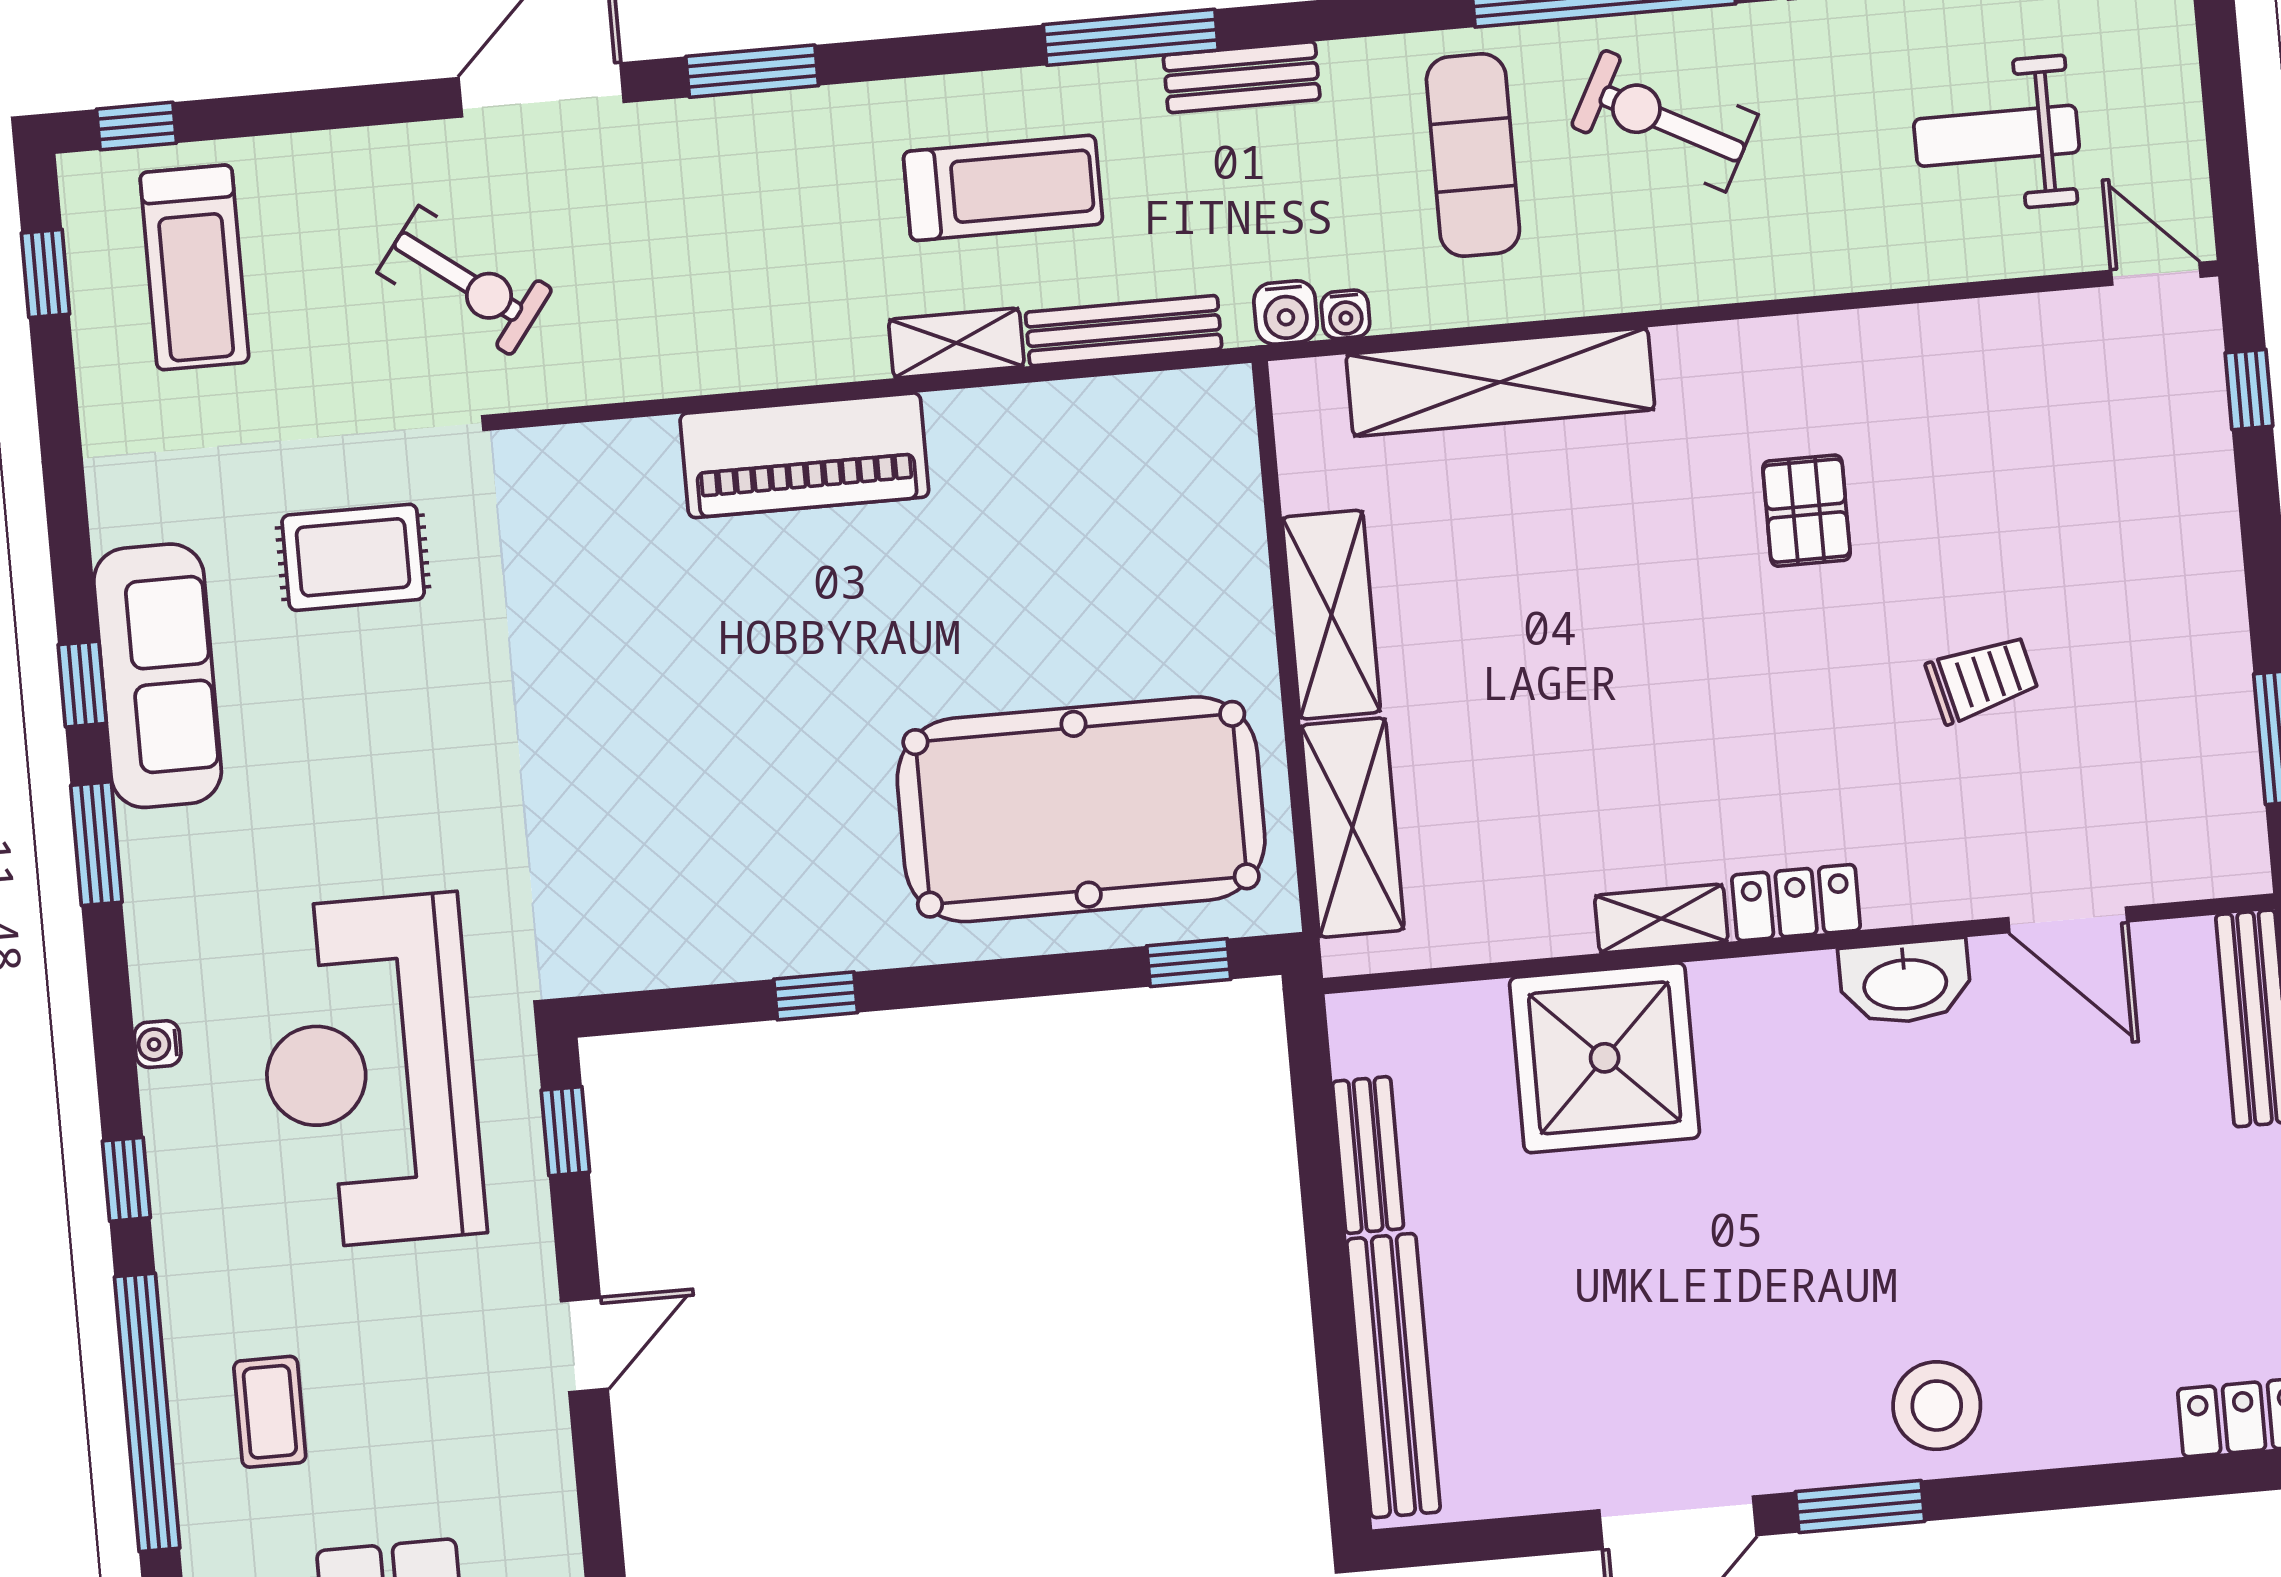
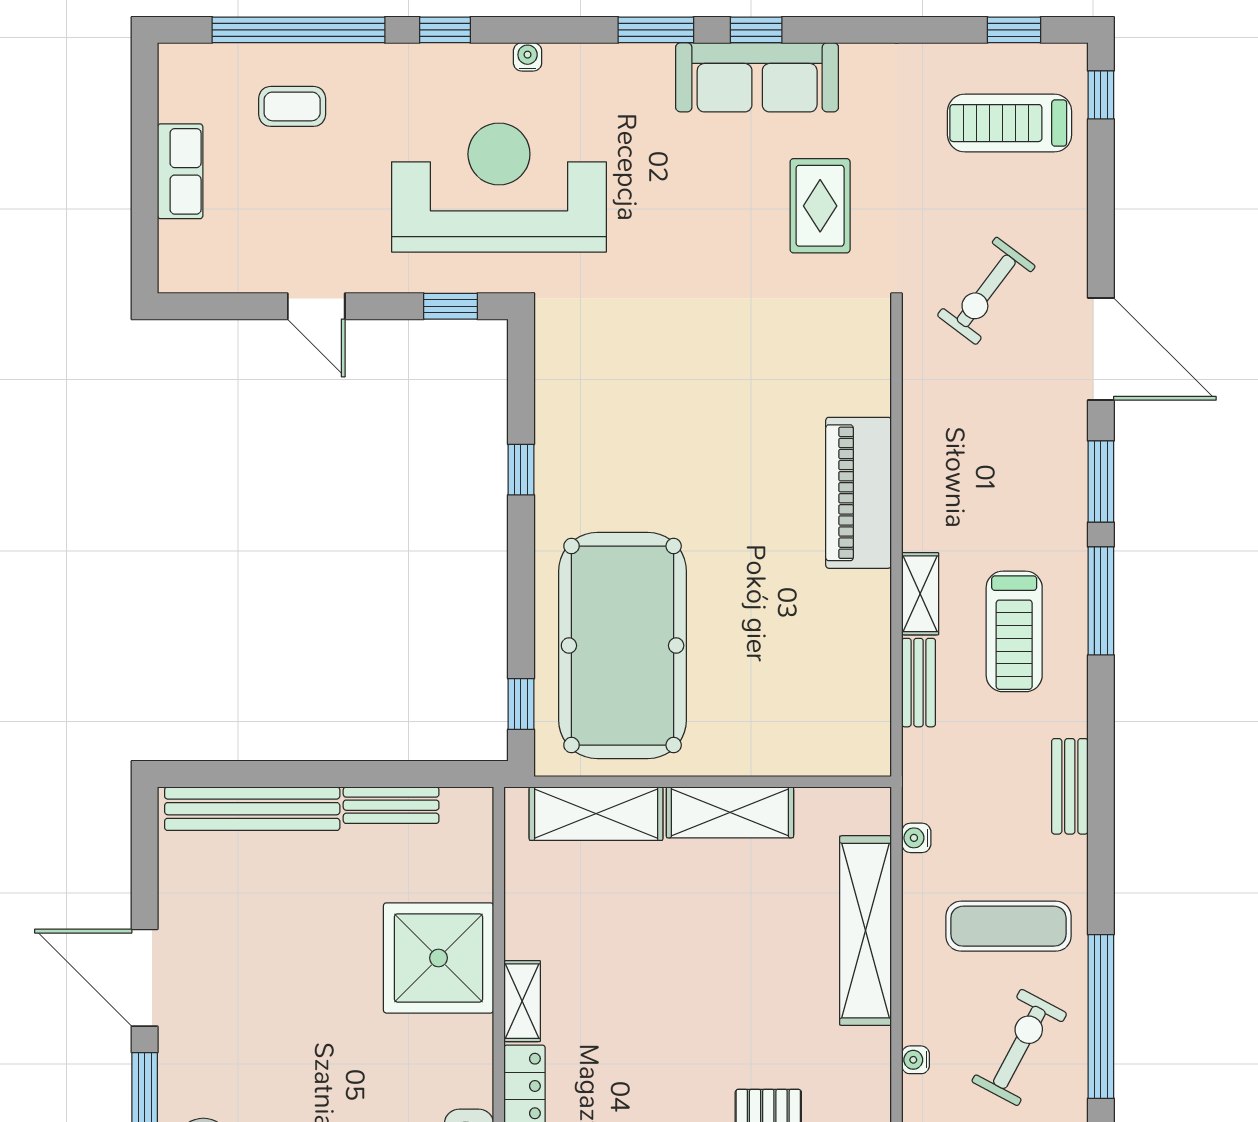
window: (1131, 37) -> (1101, 601), moved
water cooler: (1286, 312) -> (915, 1060), moved, width x0.72, depth x0.72
bench: (1124, 331) -> (919, 683), width x0.73

